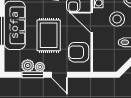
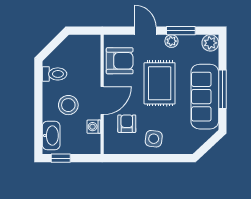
door: (92, 22) -> (102, 100), hinge flipped
plant: (28, 66) -> (210, 43), moved

